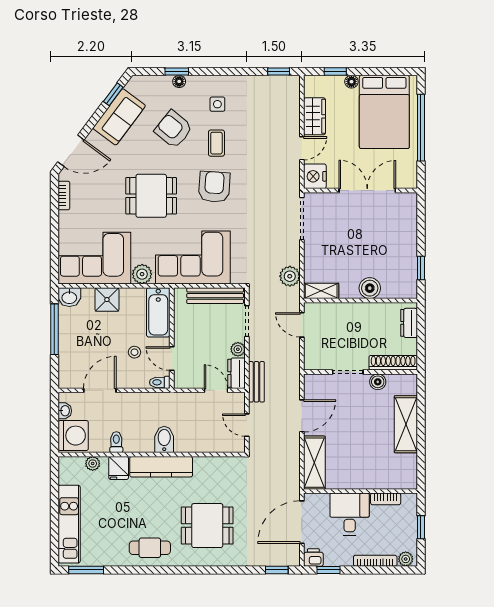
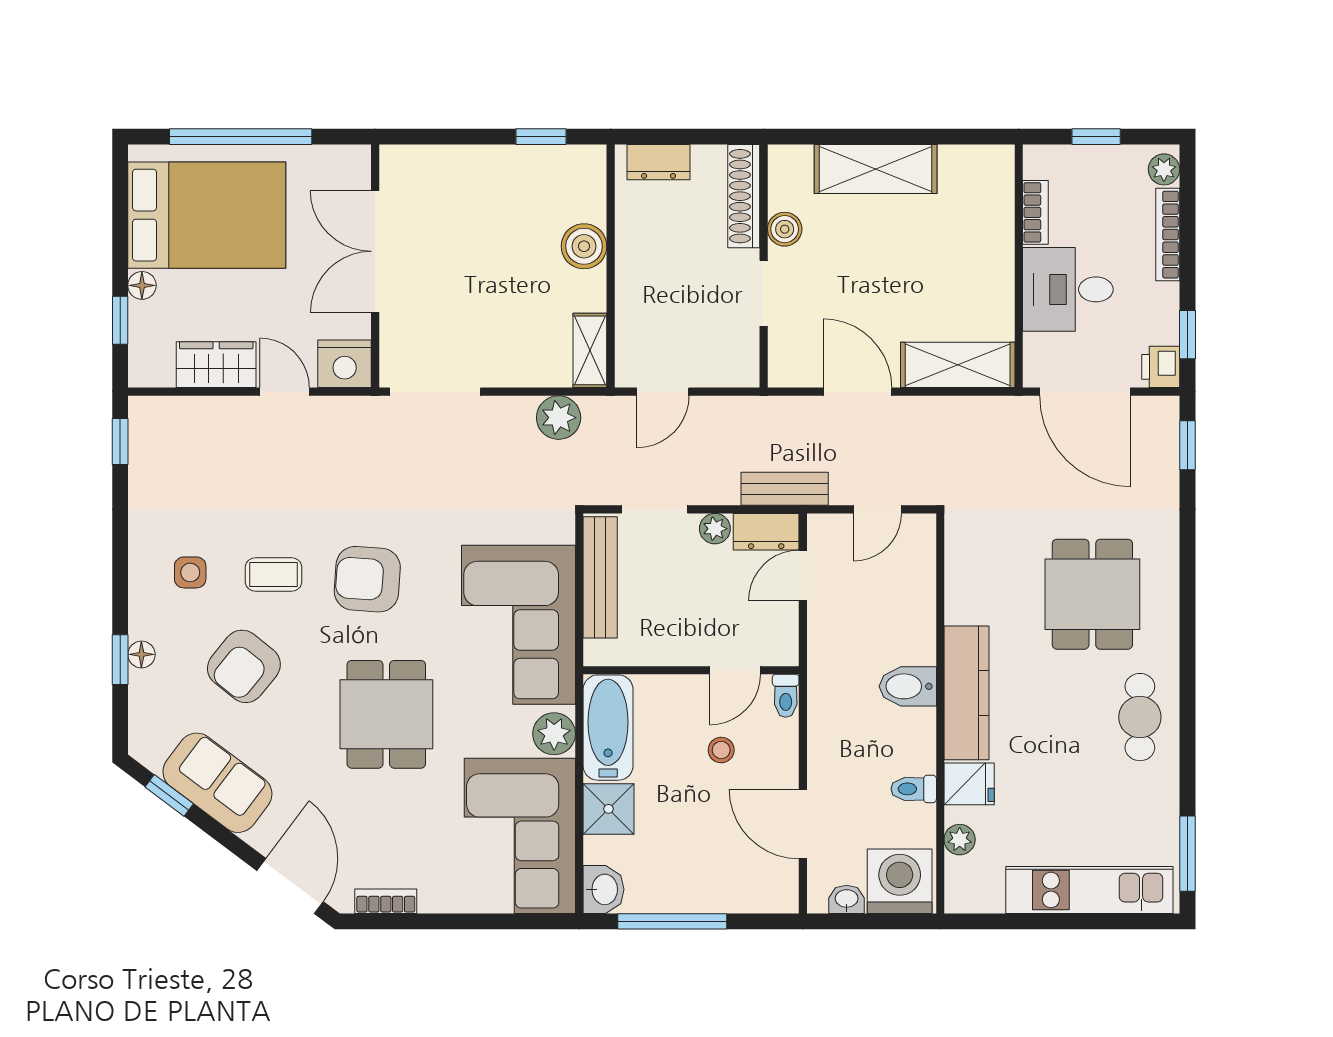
bathtub: (158, 312) -> (608, 728), moved, turned -90

